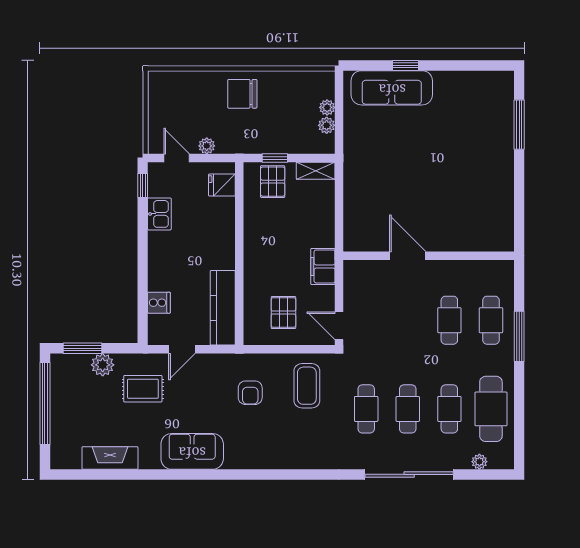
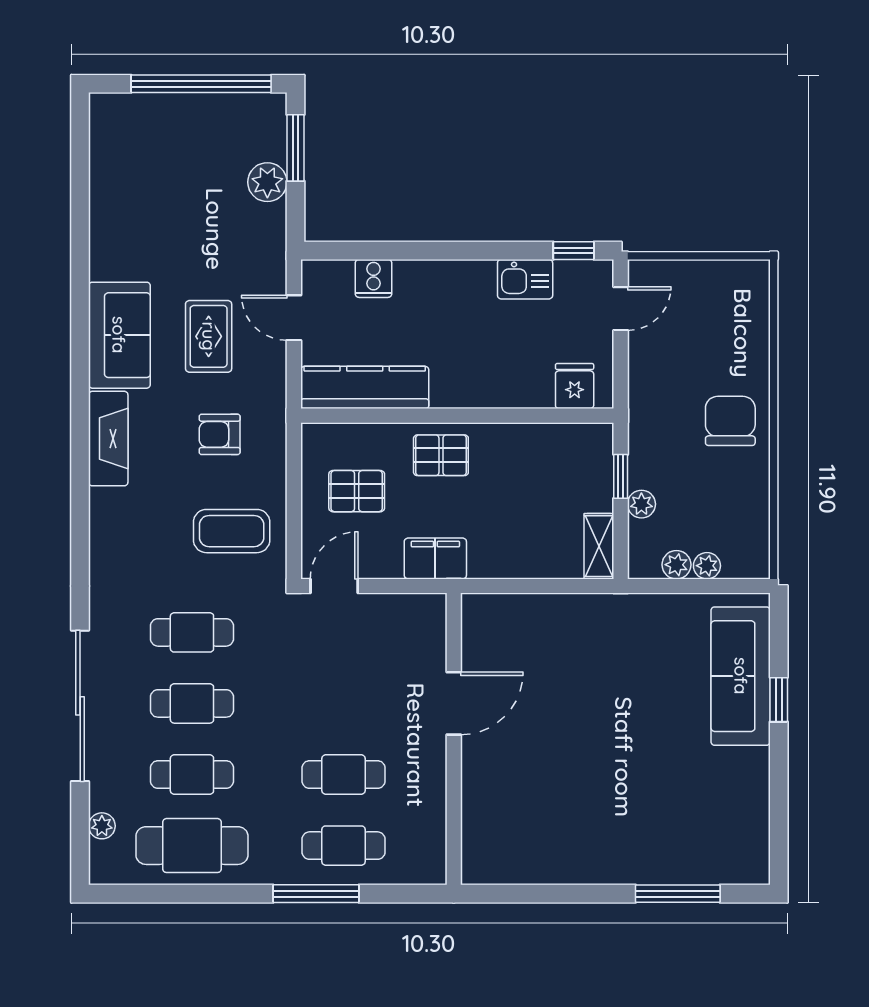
plant: (207, 146) -> (641, 504), moved
pallet: (273, 182) -> (441, 455), moved
rug: (143, 389) -> (209, 336), moved
fireplace: (110, 458) -> (108, 439), moved

